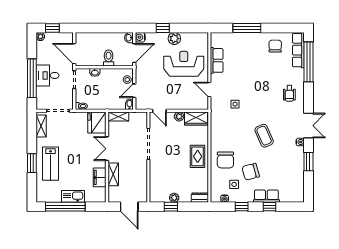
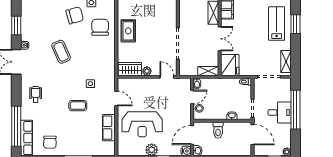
coffee table: (247, 82) -> (78, 106), added

